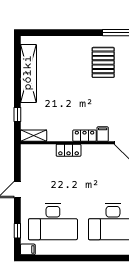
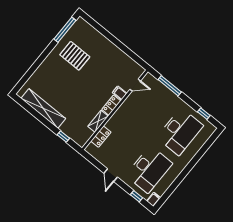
shelving: (34, 136) -> (98, 121), moved
locker: (69, 150) -> (101, 137), moved

